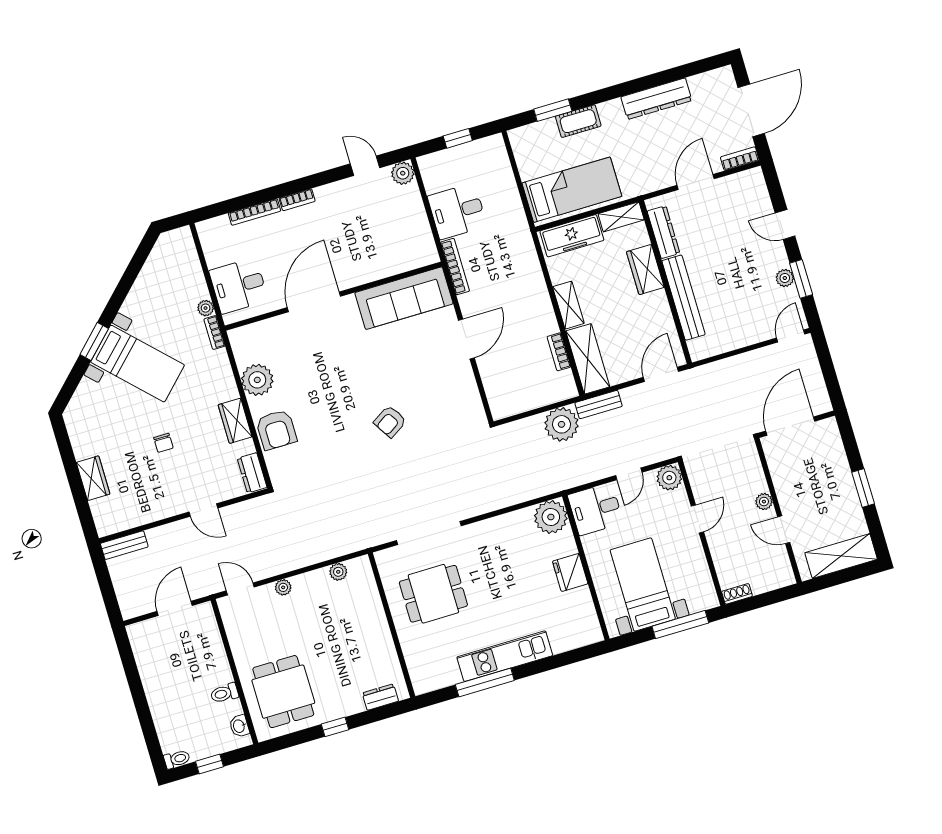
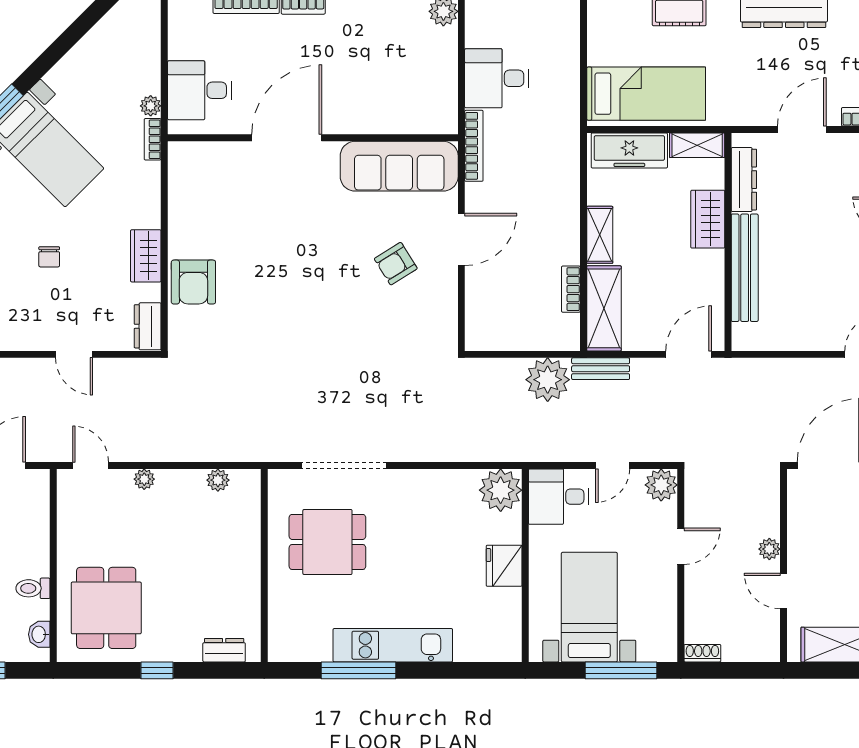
plant: (257, 380) -> (188, 213), removed
armchair: (390, 422) -> (396, 264), moved

